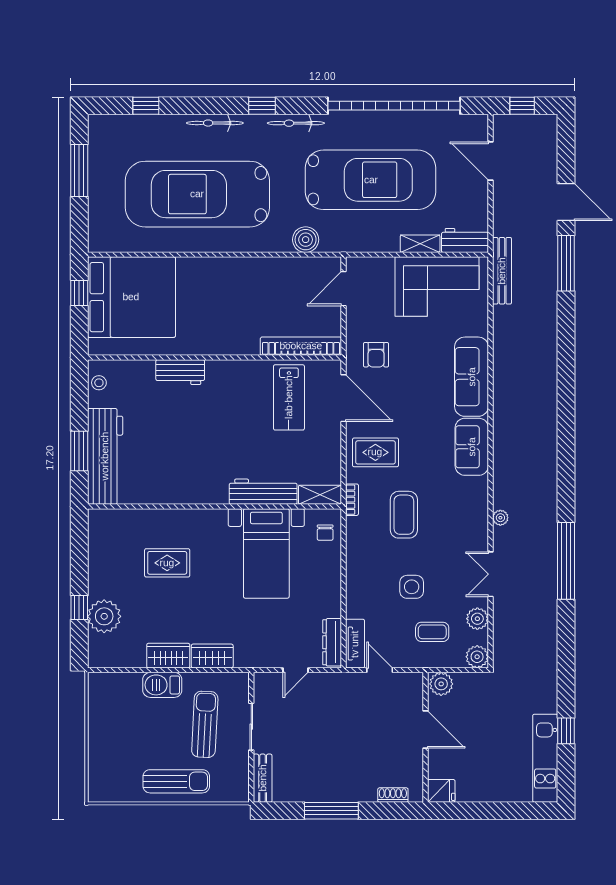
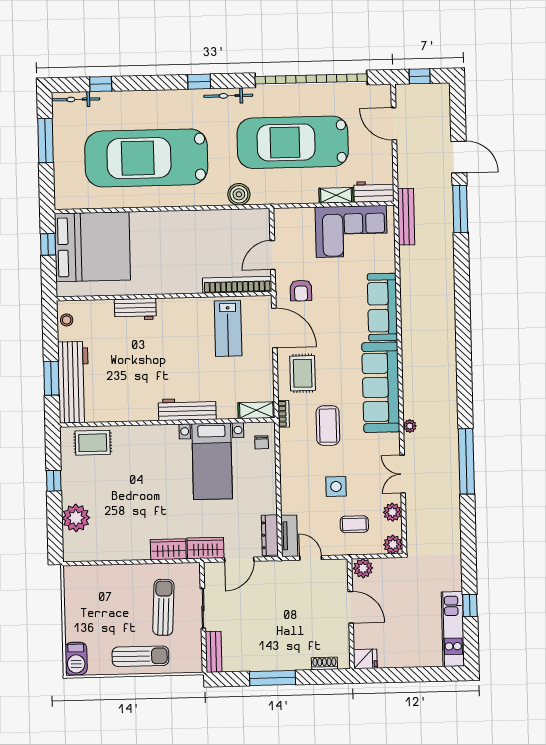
bicycle: (215, 123) -> (76, 99), moved
car: (371, 180) -> (293, 142), turned 180
door: (344, 289) -> (273, 255), moved
sofa: (472, 447) -> (381, 387), width x1.85, depth x1.27
rug: (375, 452) -> (303, 373), turned 90
workbench: (263, 492) -> (187, 409), moved
rug: (167, 563) -> (93, 443), moved
window: (79, 607) -> (54, 481), moved
wardrobe: (168, 656) -> (206, 548), moved
door: (296, 670) -> (239, 560), width x1.38
barbecue: (162, 685) -> (76, 659), moved, turned -90

